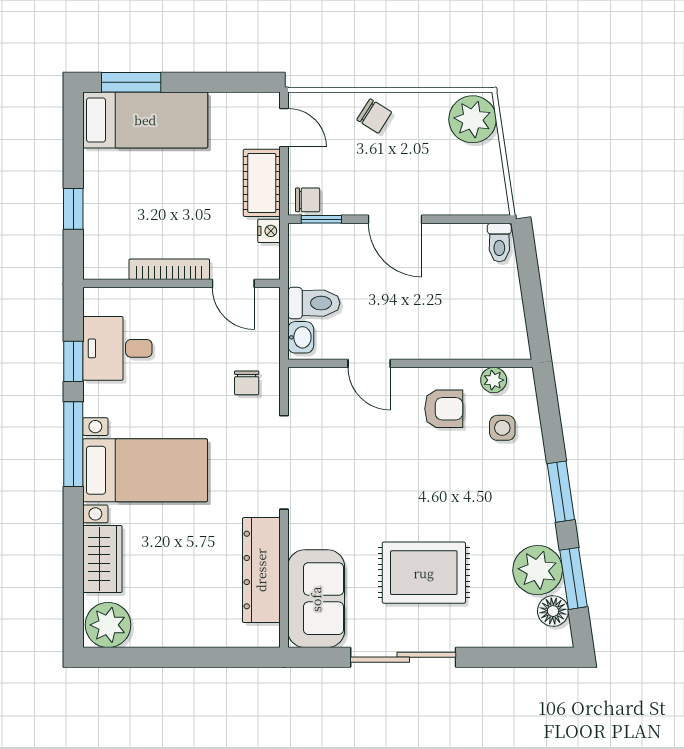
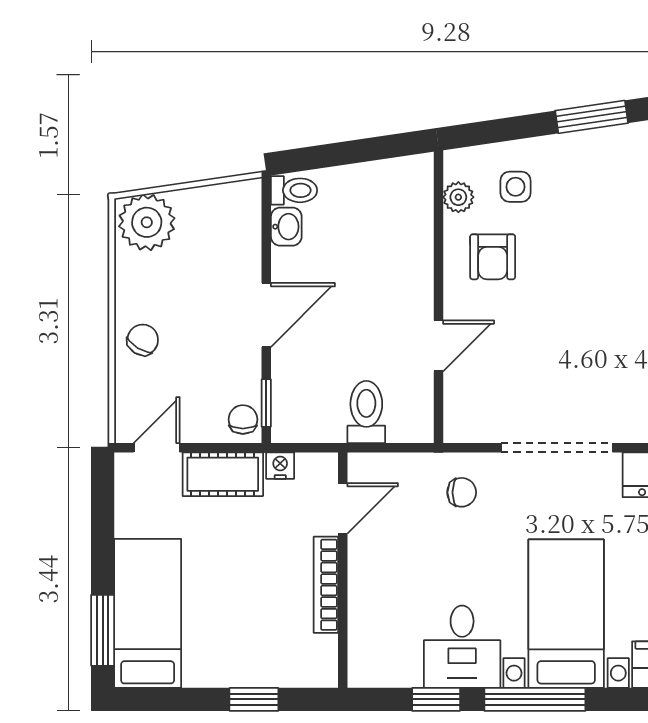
washbasin: (301, 337) -> (286, 227), moved, turned 90
desk: (117, 348) -> (462, 647), moved
armchair: (444, 409) -> (493, 257), turned 180

